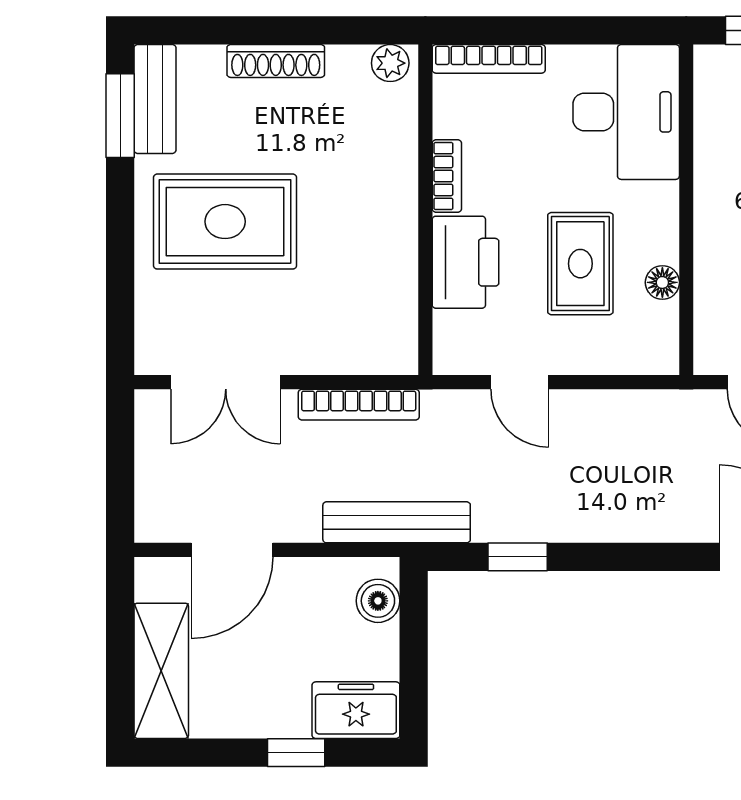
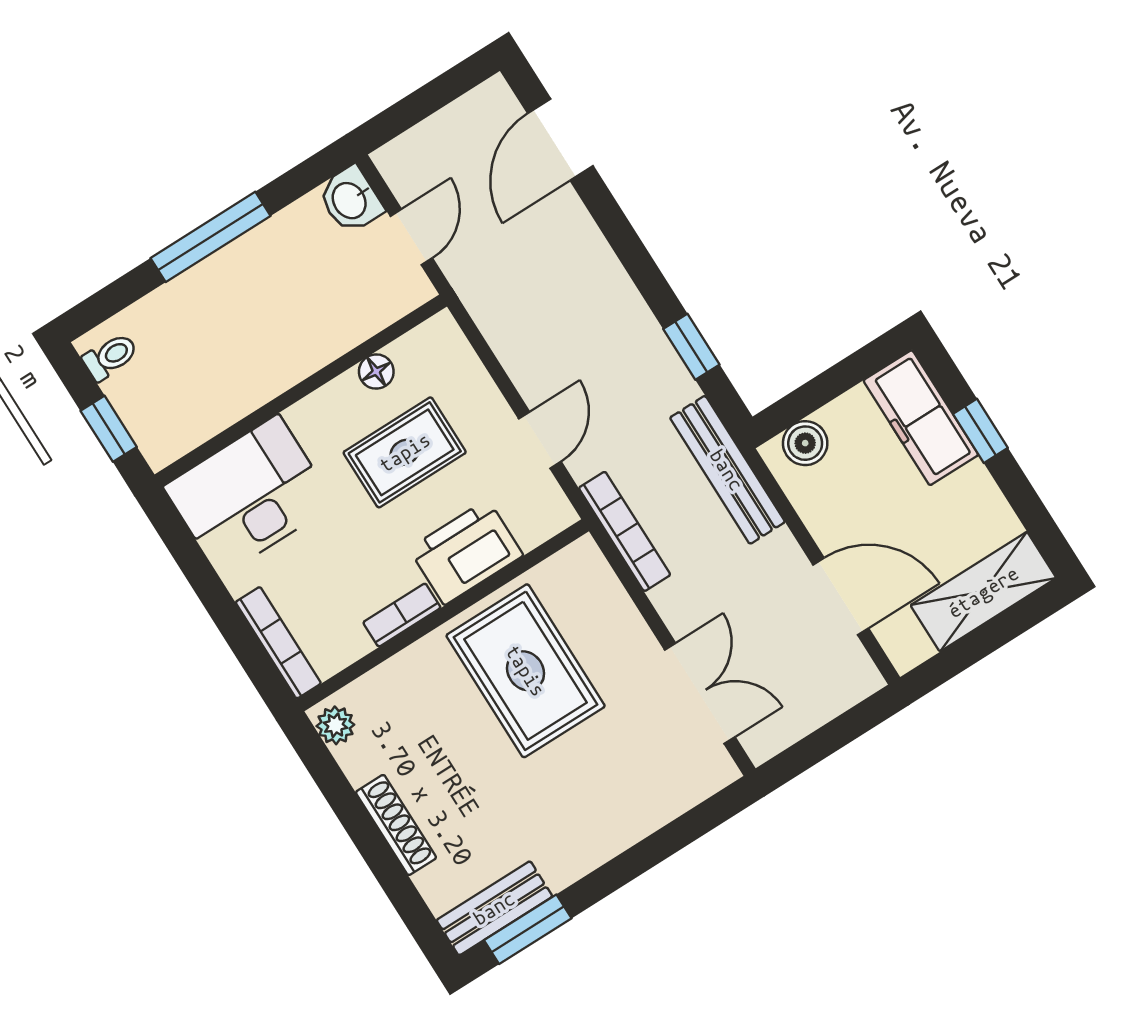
rug: (225, 222) -> (526, 671), moved
bookcase: (359, 405) -> (625, 531), moved
freezer: (356, 710) -> (921, 418), width x1.40

